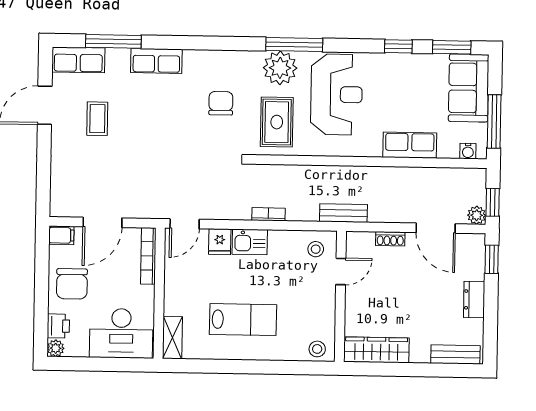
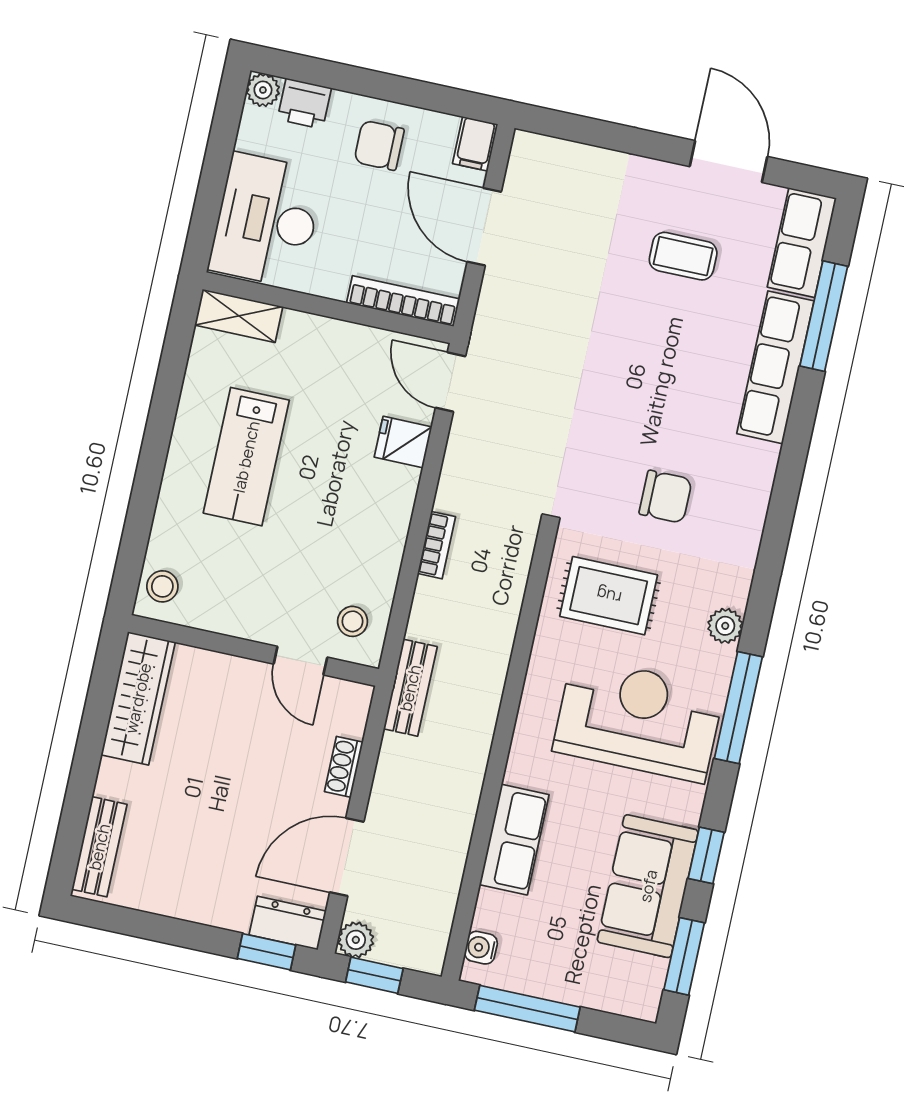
window: (294, 45) -> (738, 708), moved
row of seats: (156, 61) -> (775, 367), width x1.48
plant: (280, 68) -> (725, 626), width x0.53, depth x0.53
sofa: (469, 88) -> (648, 886), moved, turned -90
reception desk: (336, 94) -> (638, 720), turned 180
kitchen sink: (250, 242) -> (391, 499), removed
chair: (72, 284) -> (379, 145), width x0.73, depth x0.73
dresser: (474, 300) -> (288, 923), moved

